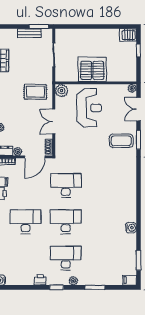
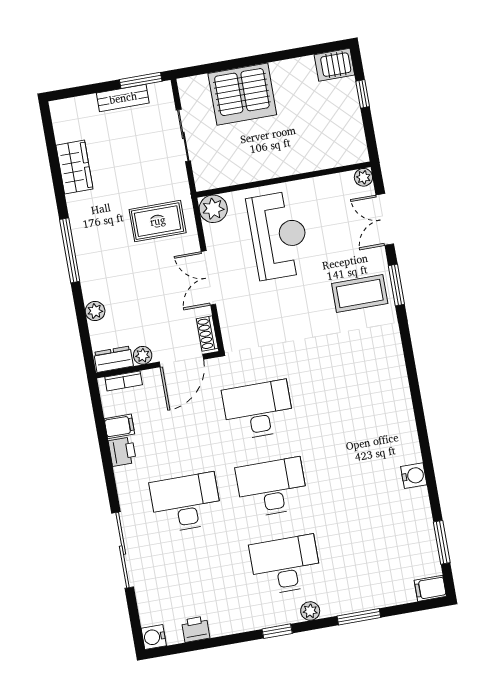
server rack: (92, 69) -> (242, 94), moved, turned 180
printer: (40, 280) -> (196, 629), moved

